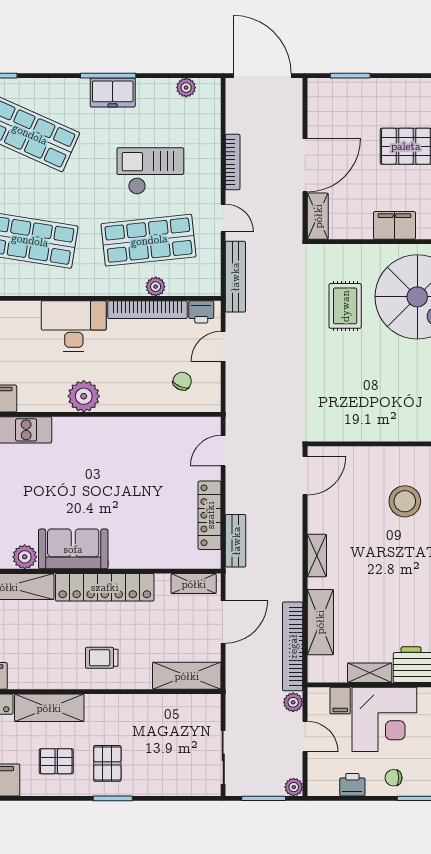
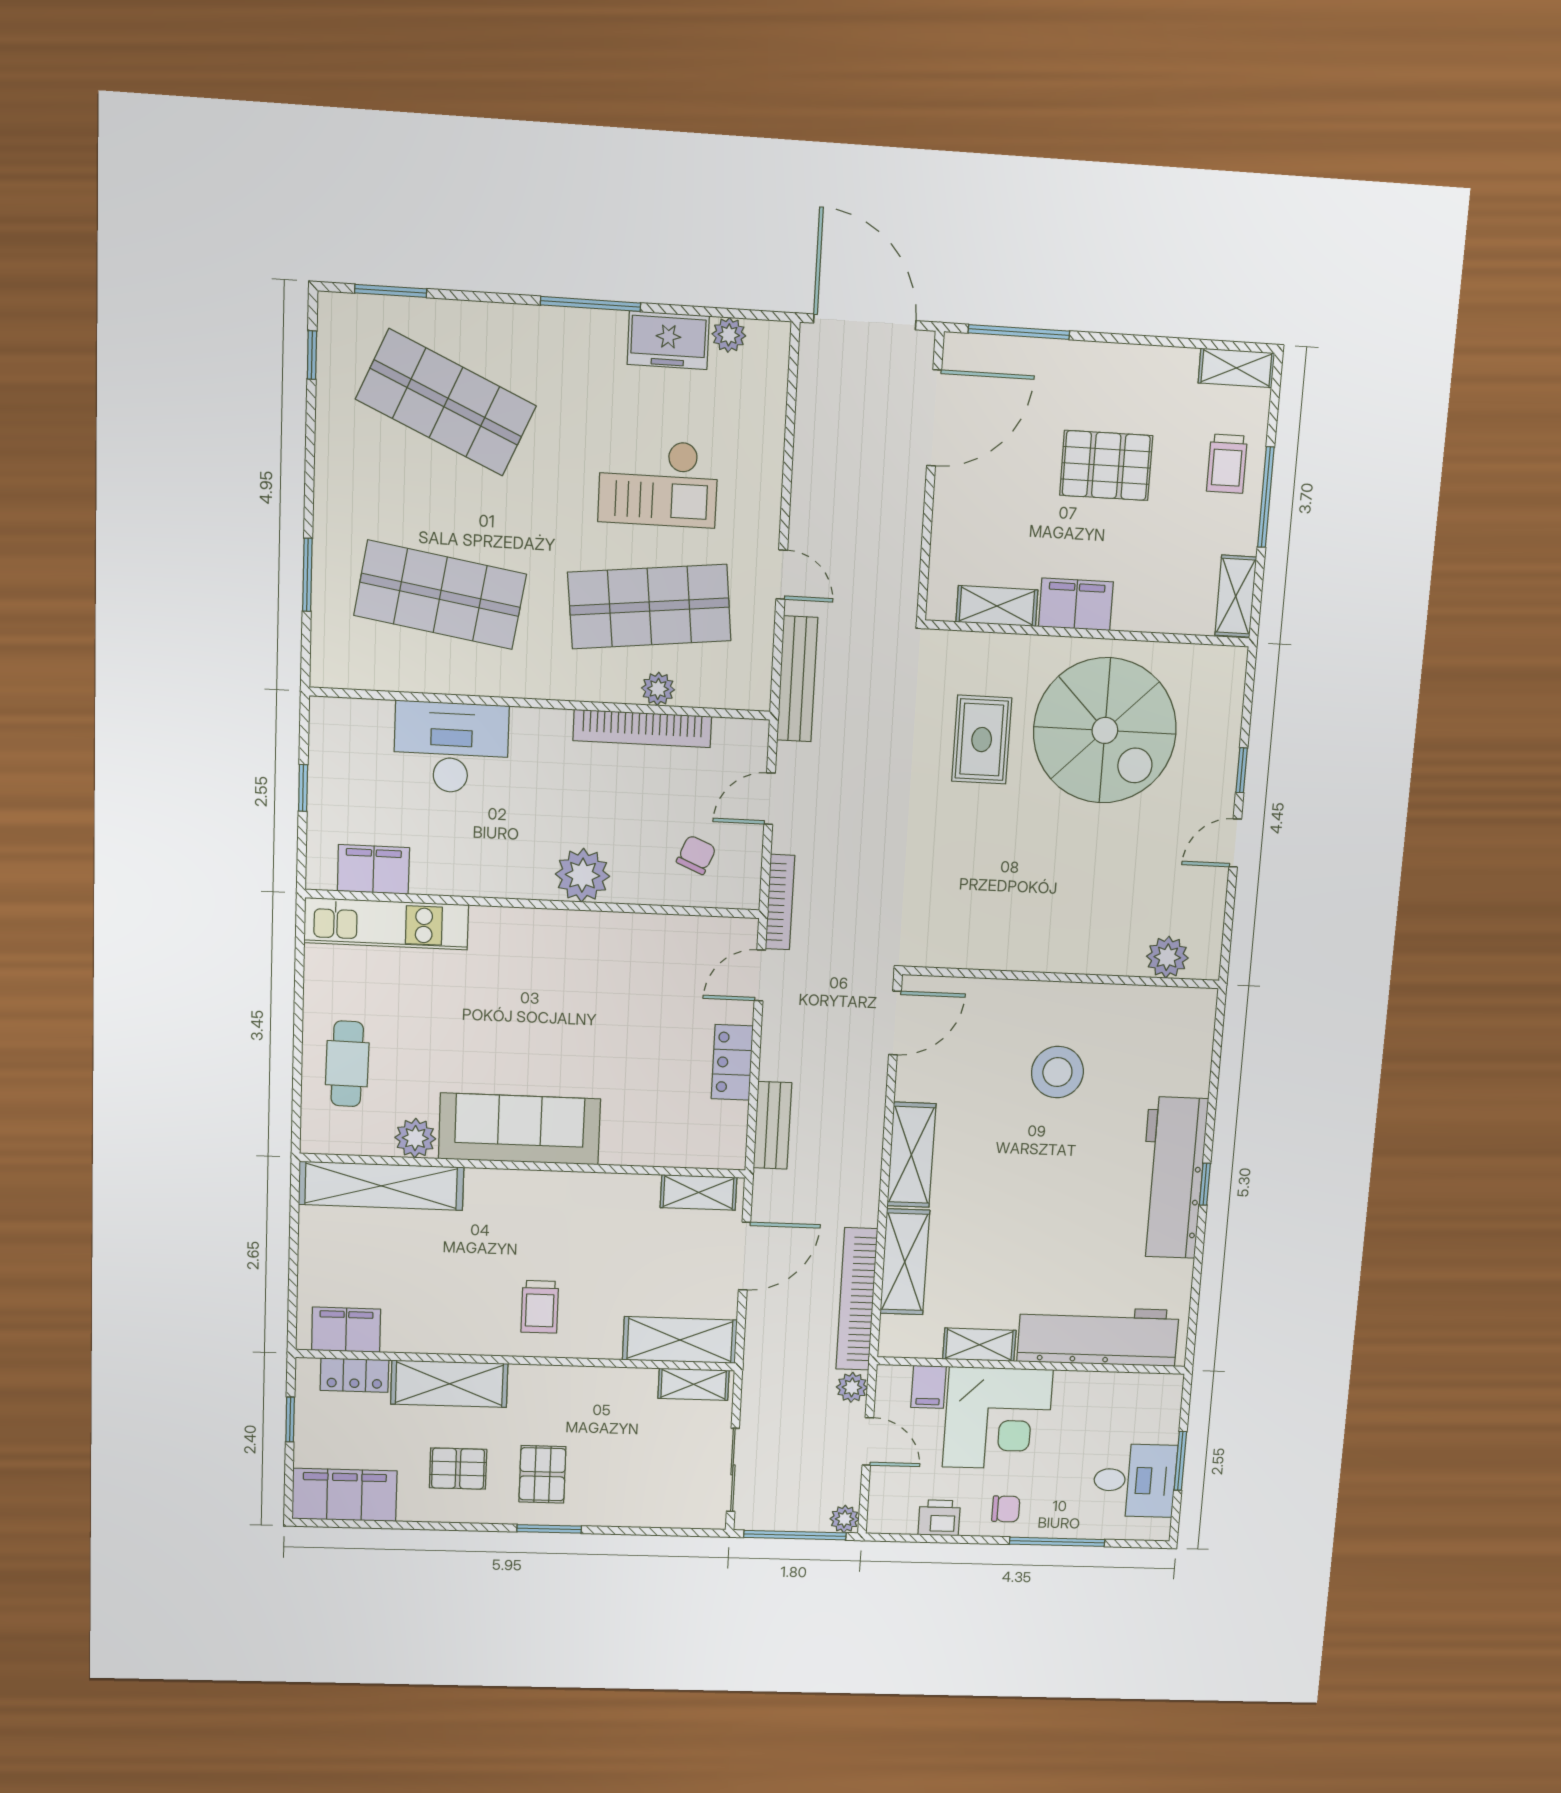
window: (350, 76) -> (1019, 332), width x1.44
freezer: (113, 93) -> (668, 340), moved
bookcase: (233, 162) -> (780, 902), moved
door: (305, 165) -> (934, 418), moved
checkout: (150, 171) -> (658, 483), turned 180
shelving: (318, 216) -> (997, 606), moved, turned 90
printer: (201, 312) -> (735, 737), removed
desk: (74, 326) -> (451, 748), moved
plant: (84, 396) -> (583, 875), moved
locker: (210, 515) -> (732, 1062), width x0.66
sofa: (73, 549) -> (520, 1129), width x1.36
shelving: (317, 555) -> (911, 1155), width x1.50, depth x1.33
locker: (105, 587) -> (549, 1193), removed
trolley: (102, 658) -> (540, 1307), turned -90
shelving: (196, 703) -> (694, 1384), added
chair: (393, 778) -> (1006, 1509), turned 180
window: (264, 798) -> (795, 1535), width x1.44

